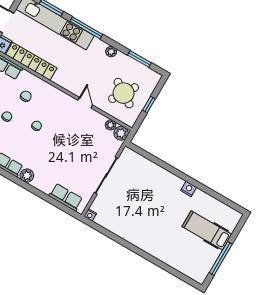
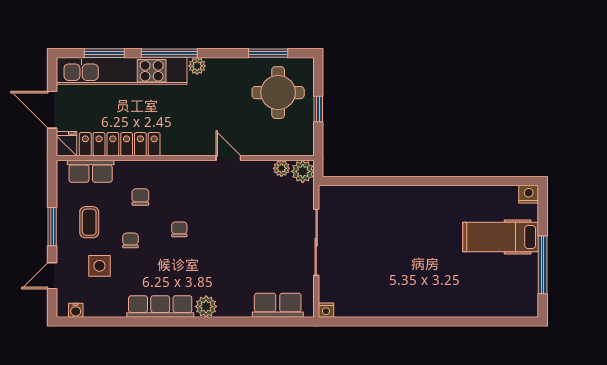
plant: (111, 52) -> (197, 66), moved
round table: (124, 93) -> (278, 93), moved, turned -33
nightstand: (189, 189) -> (529, 194), moved

